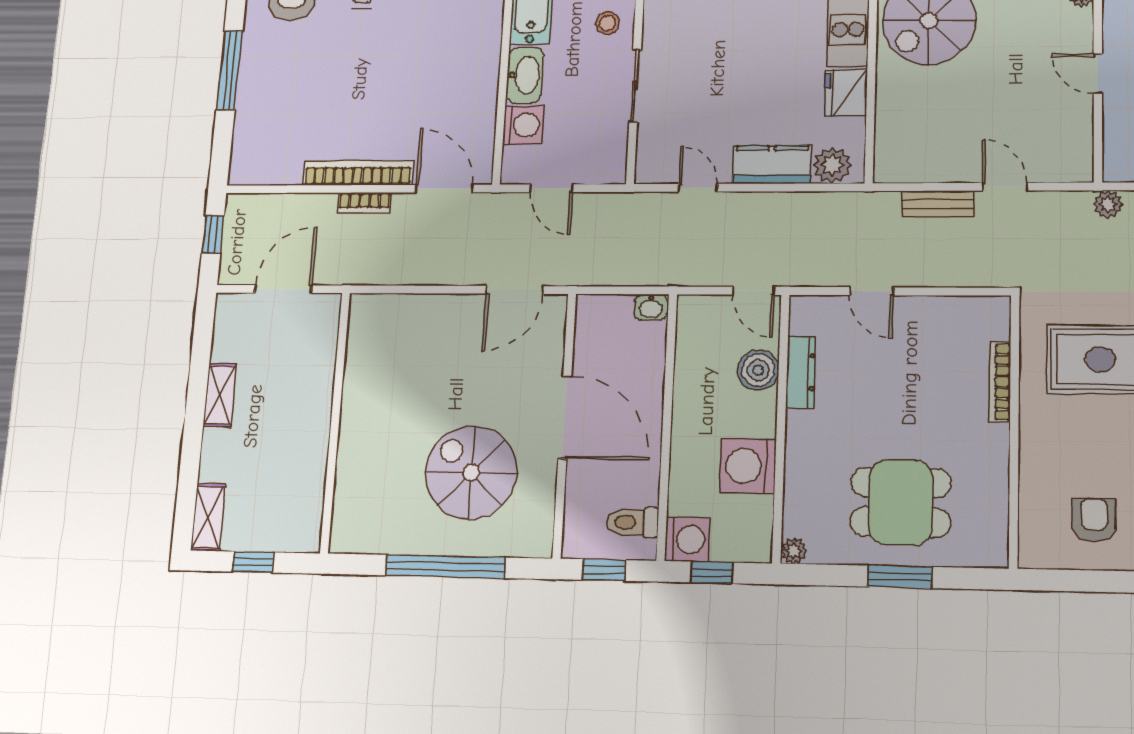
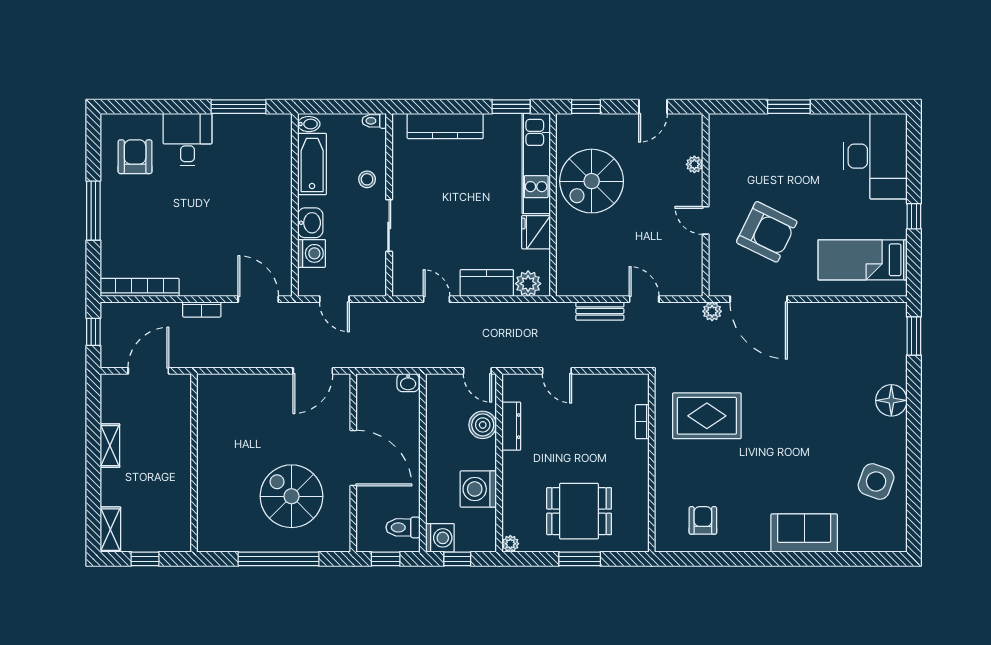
washbasin: (525, 75) -> (310, 223), width x0.72
bookcase: (358, 173) -> (140, 287), moved
bookcase: (1000, 382) -> (642, 422), width x0.64

